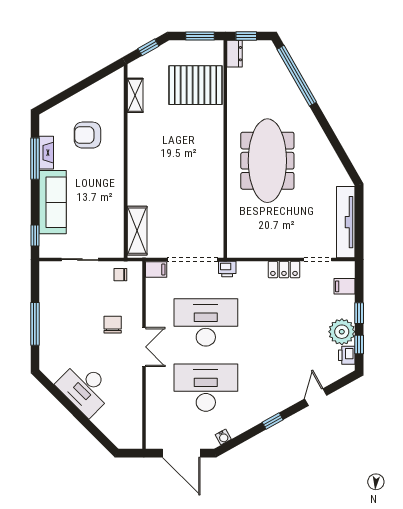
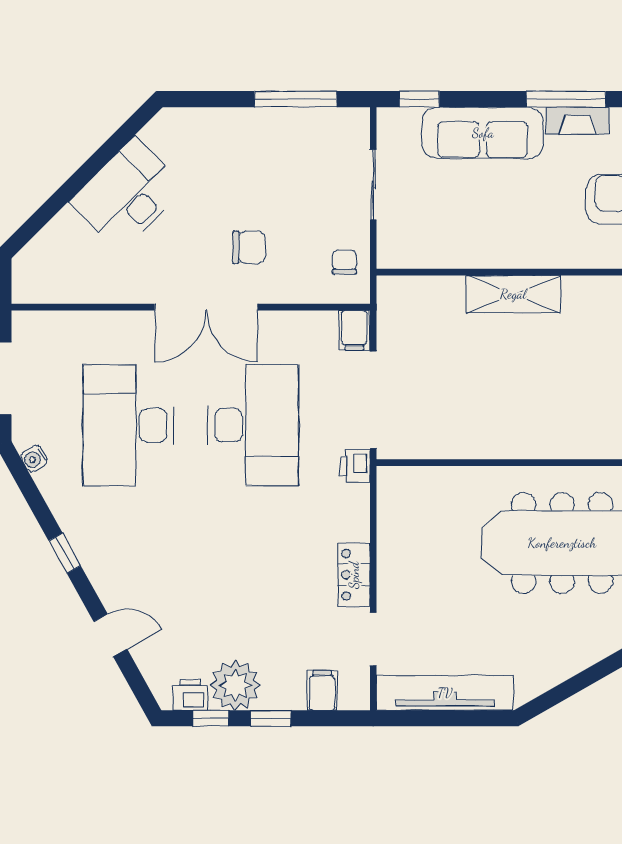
shelving: (137, 231) -> (513, 294), moved
window: (35, 324) -> (296, 99), moved
double door: (144, 347) -> (206, 307), width x1.37
desk: (206, 388) -> (128, 425), turned 180

